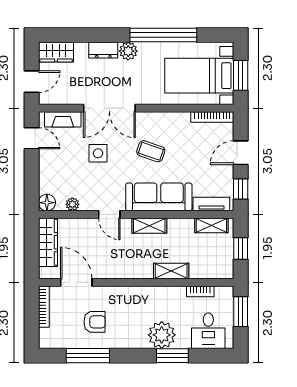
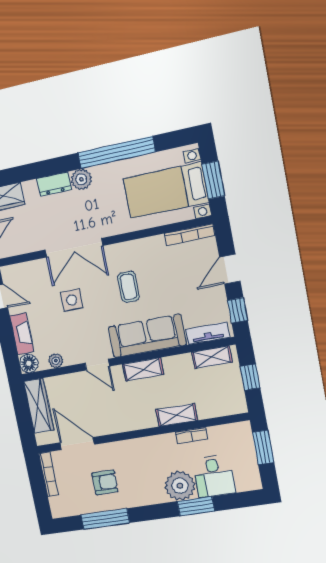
fireplace: (63, 119) -> (22, 334), moved, turned -90
coffee table: (151, 151) -> (128, 287), turned 71
bookcase: (200, 291) -> (191, 435), moved
desk: (208, 331) -> (214, 476), moved

